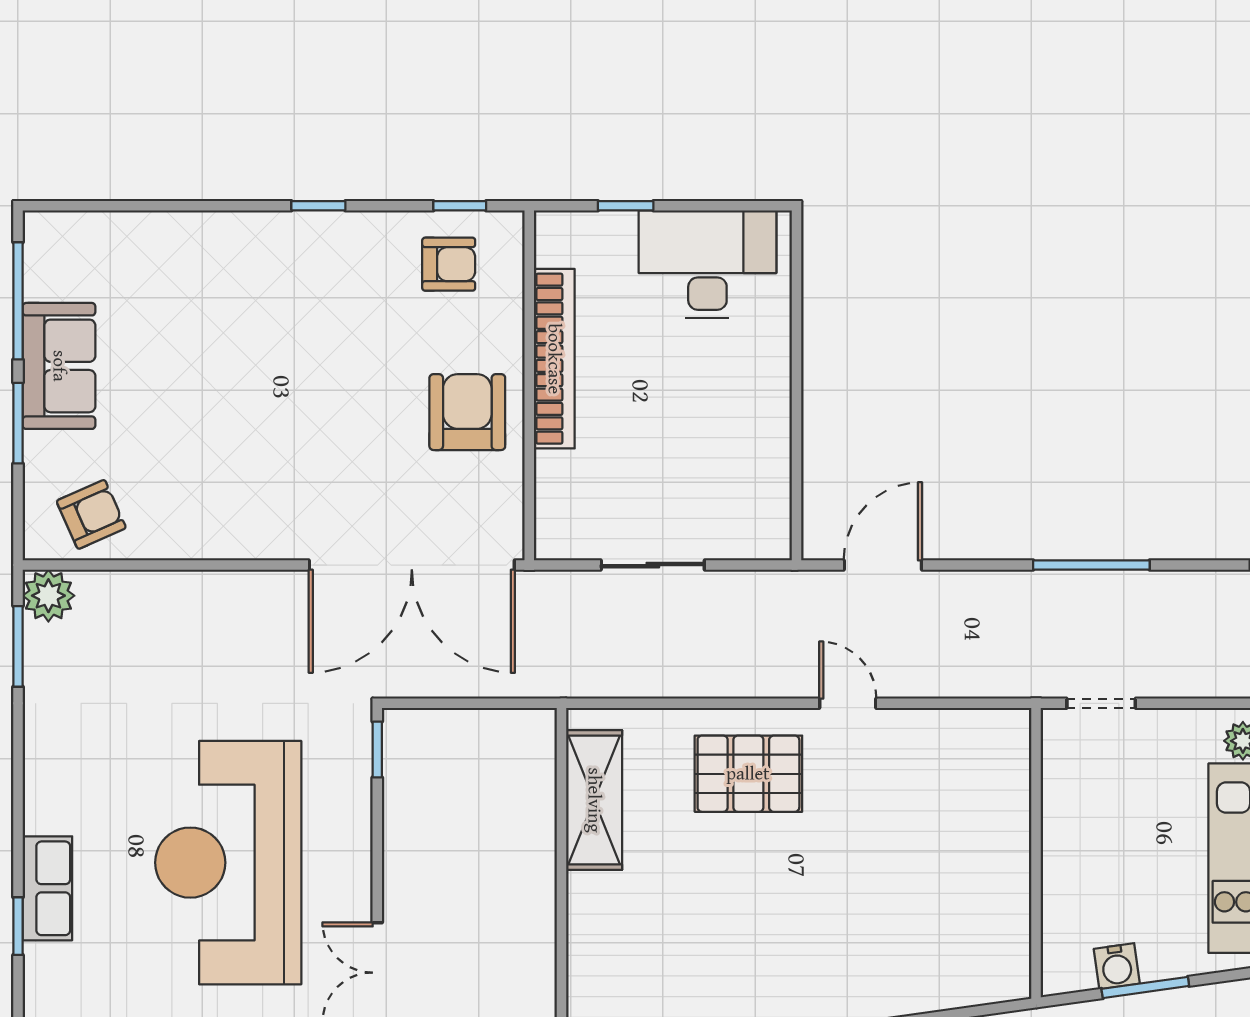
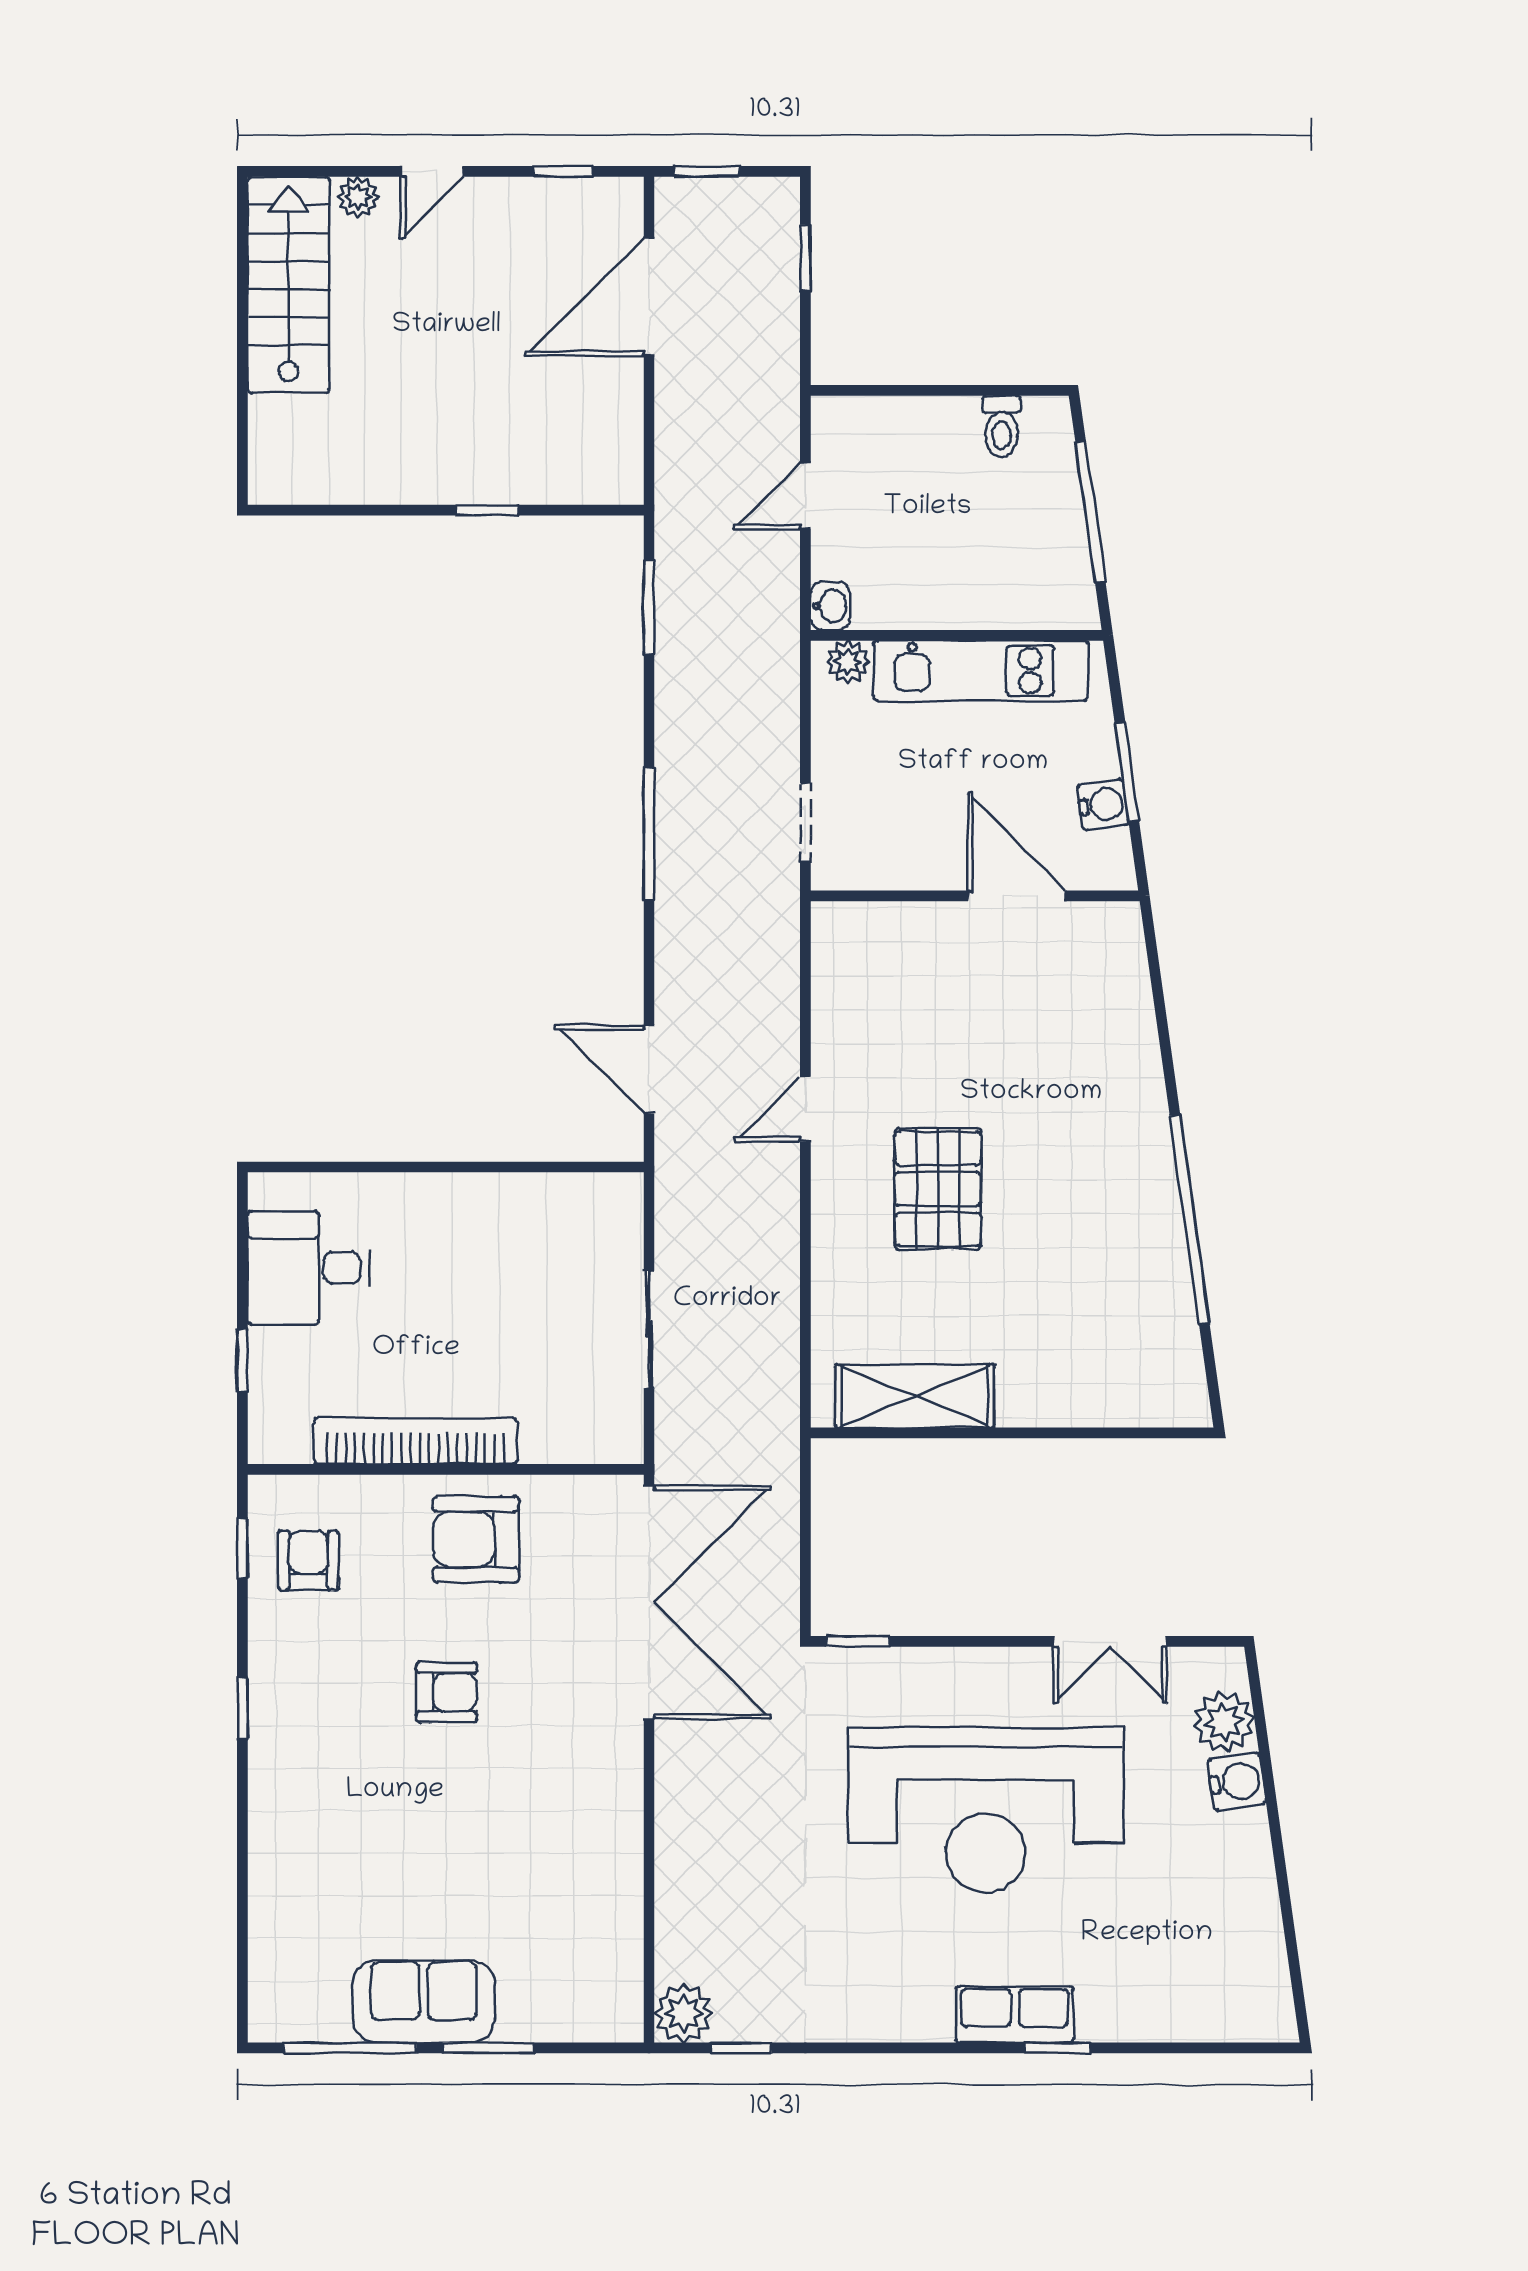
desk: (707, 264) -> (309, 1268), width x0.73
armchair: (91, 514) -> (447, 1692), moved, turned 114
window: (18, 646) -> (741, 2048), width x0.67
pallet: (748, 774) -> (938, 1189), moved
door: (1036, 890) -> (1017, 896), added

